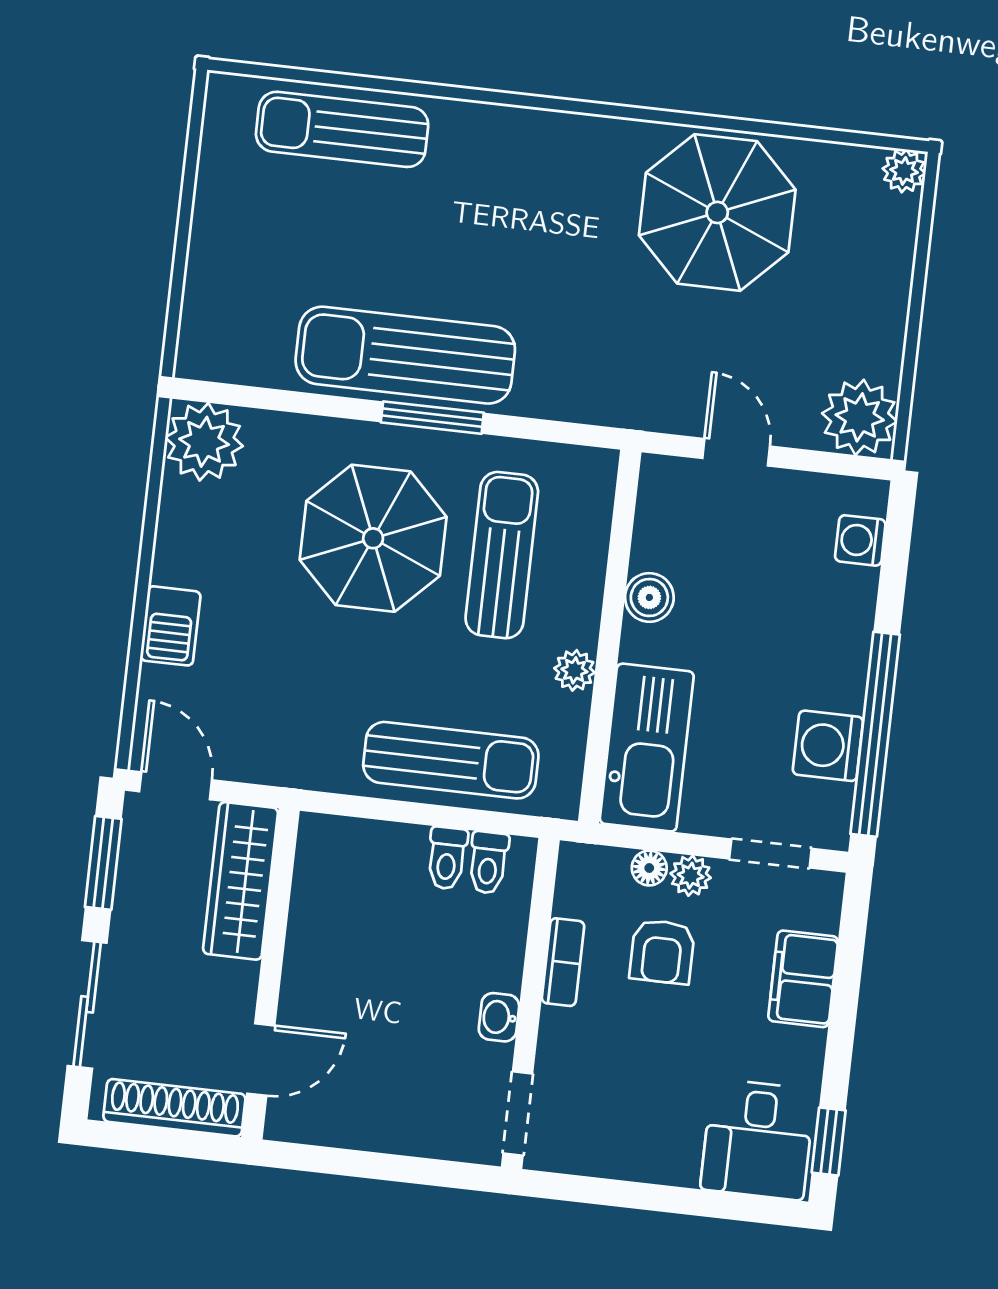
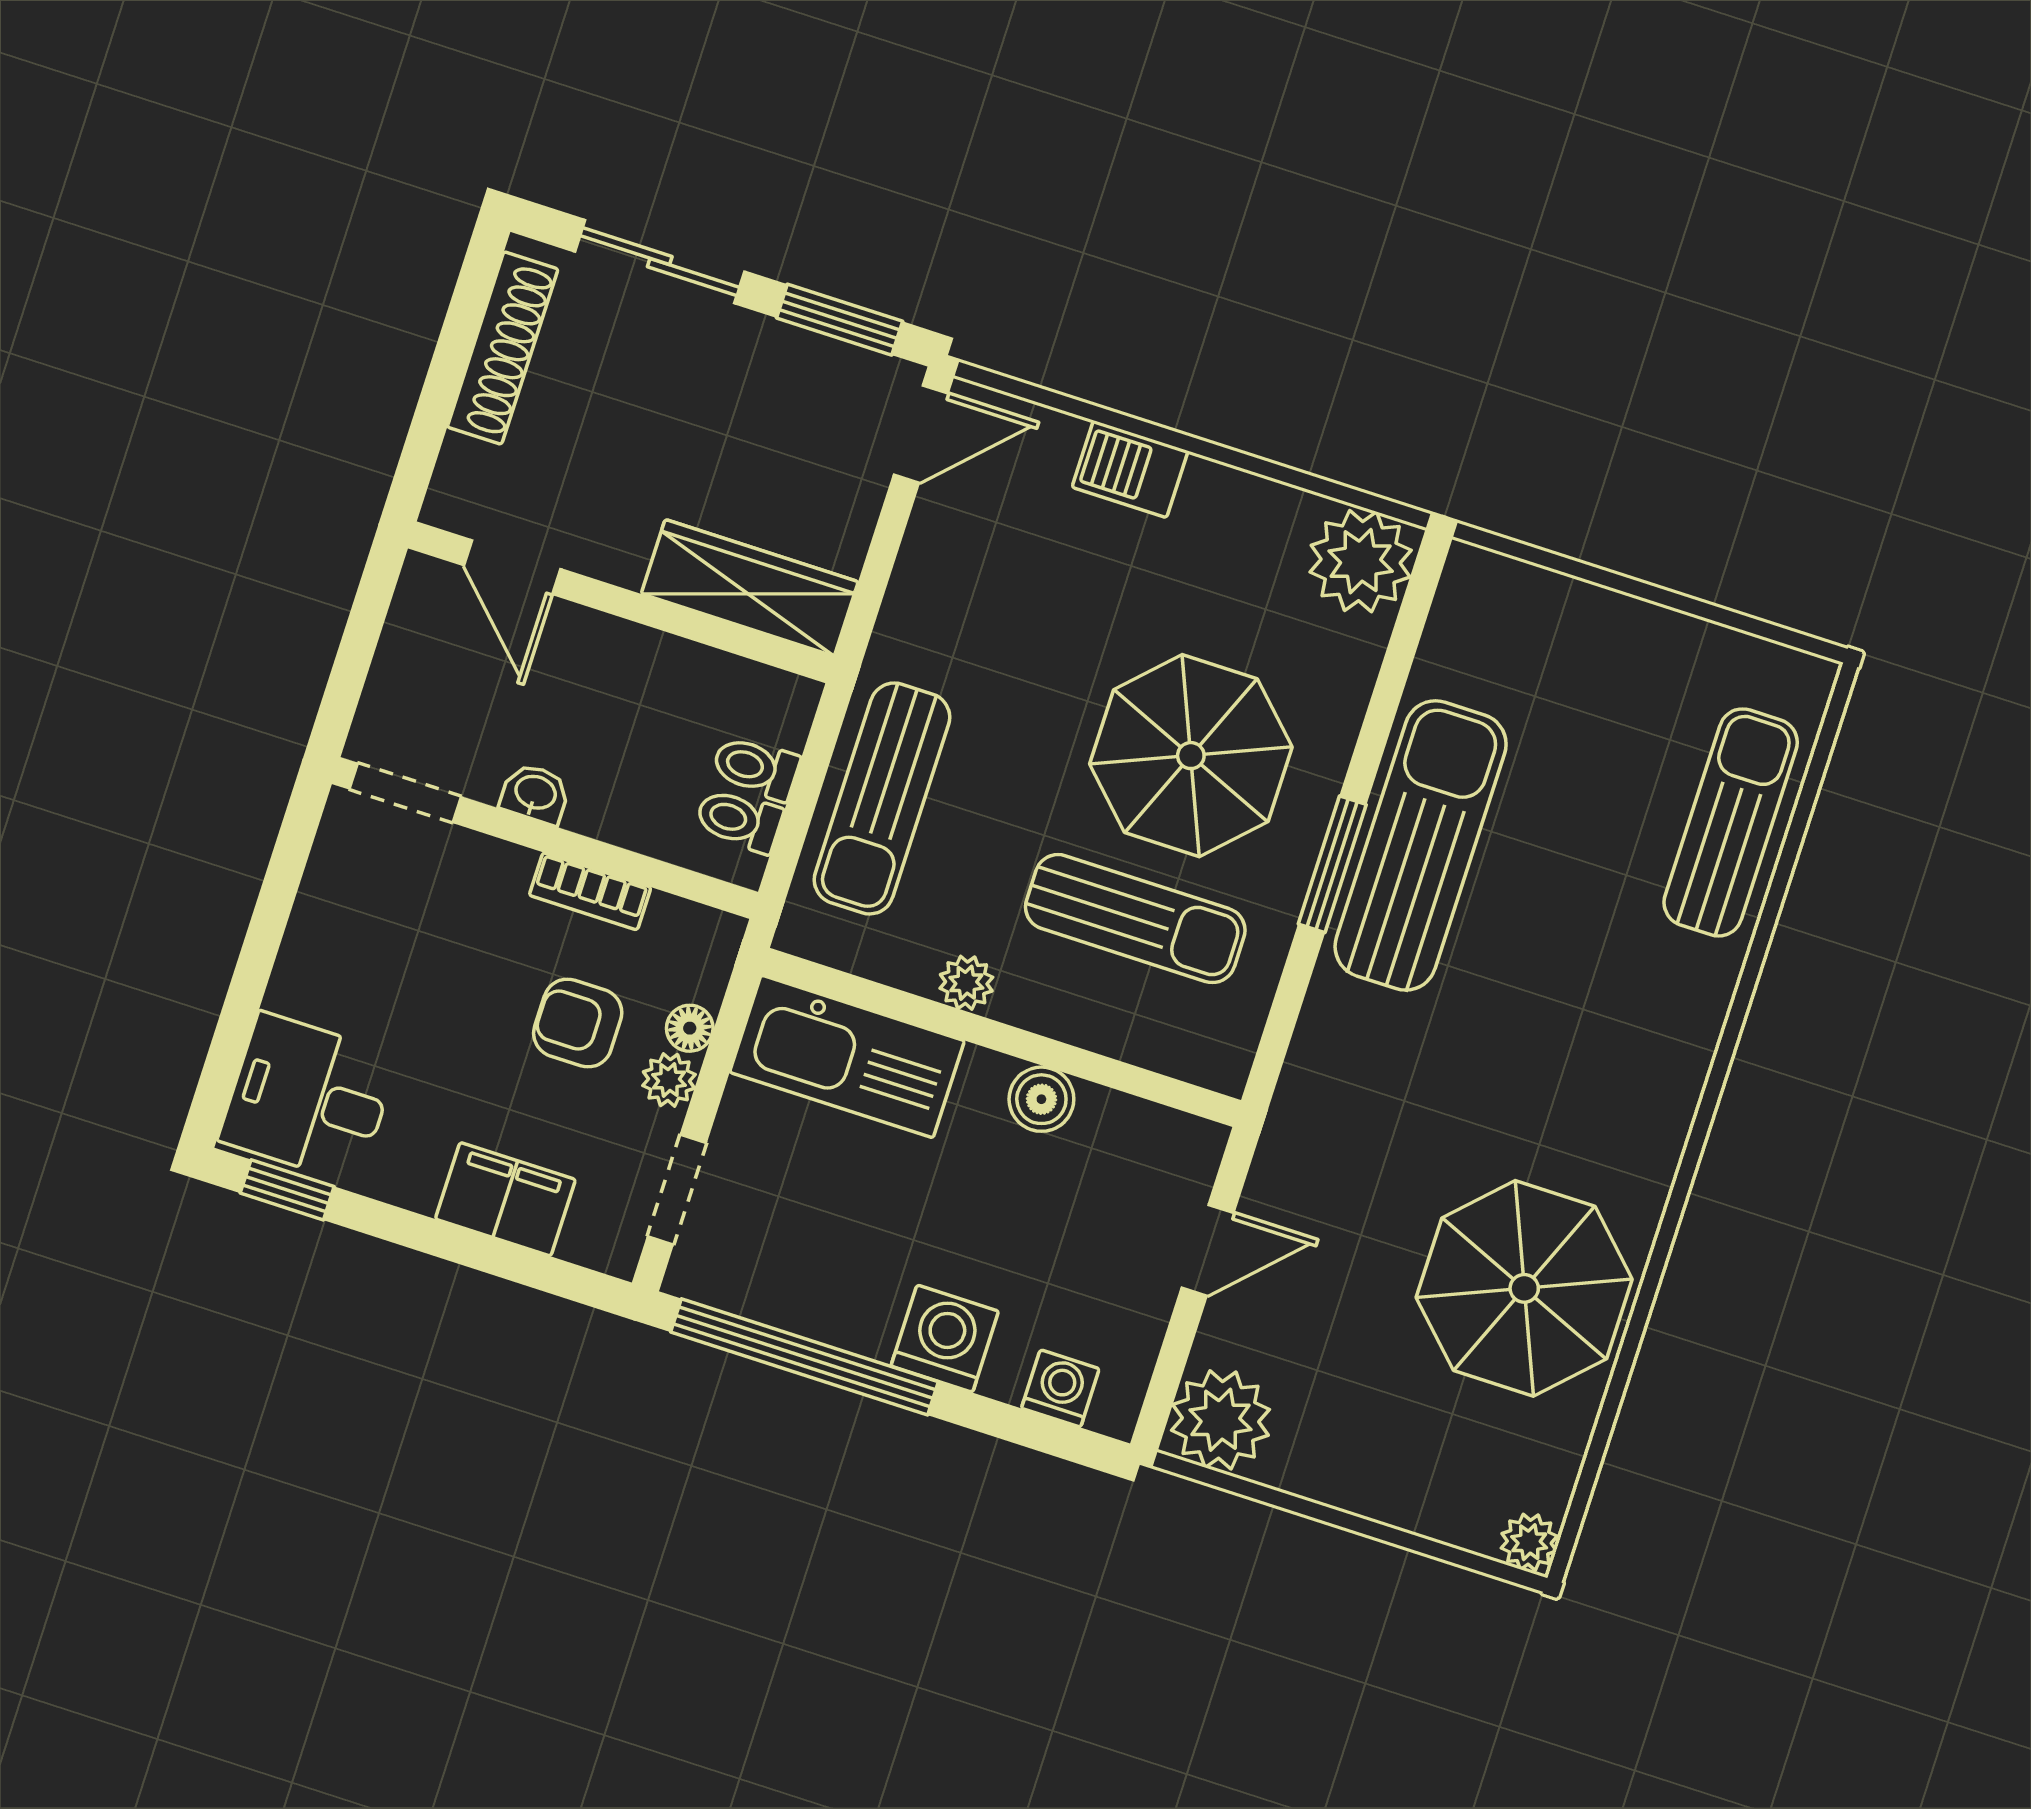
washing machine: (828, 746) -> (945, 1339), moved
wardrobe: (241, 881) -> (750, 588), moved
wall: (271, 974) -> (621, 602), moved
door: (261, 1060) -> (512, 567), moved

